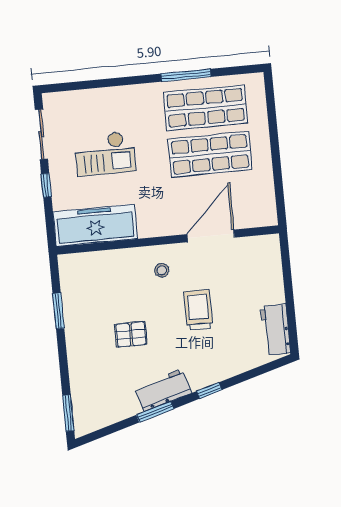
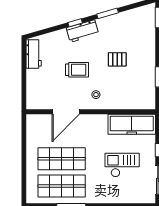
trolley: (198, 310) -> (77, 70), turned -90
workbench: (163, 390) -> (83, 31), moved

